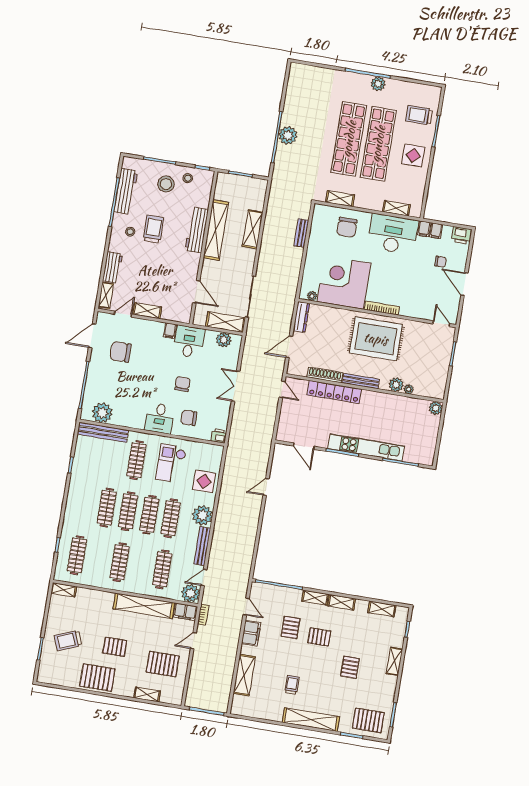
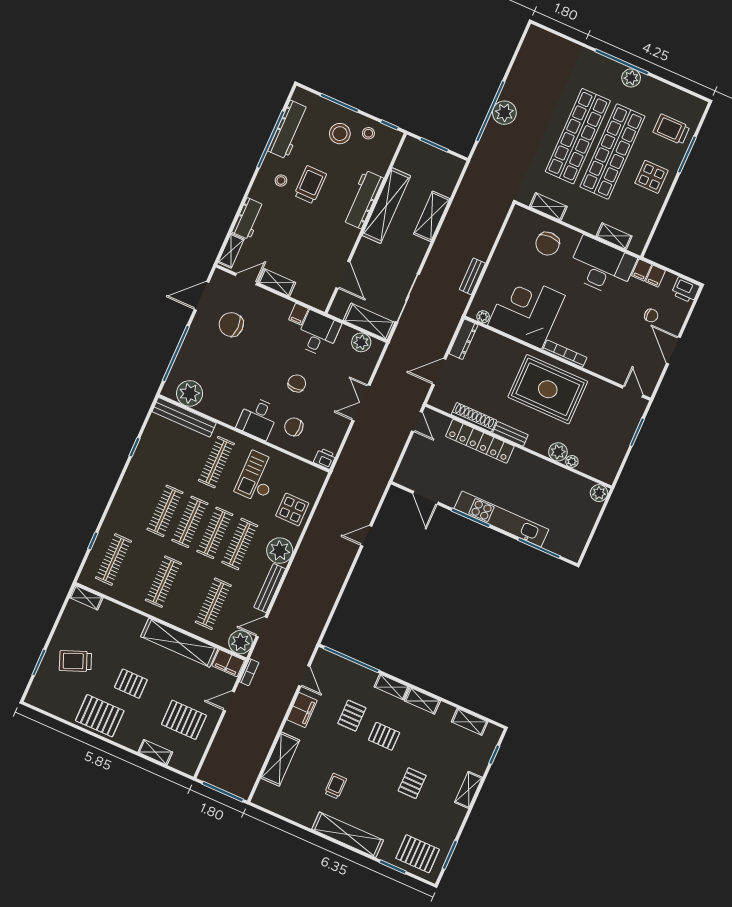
bench: (301, 233) -> (472, 276), moved
bench: (361, 381) -> (510, 434), width x0.73

